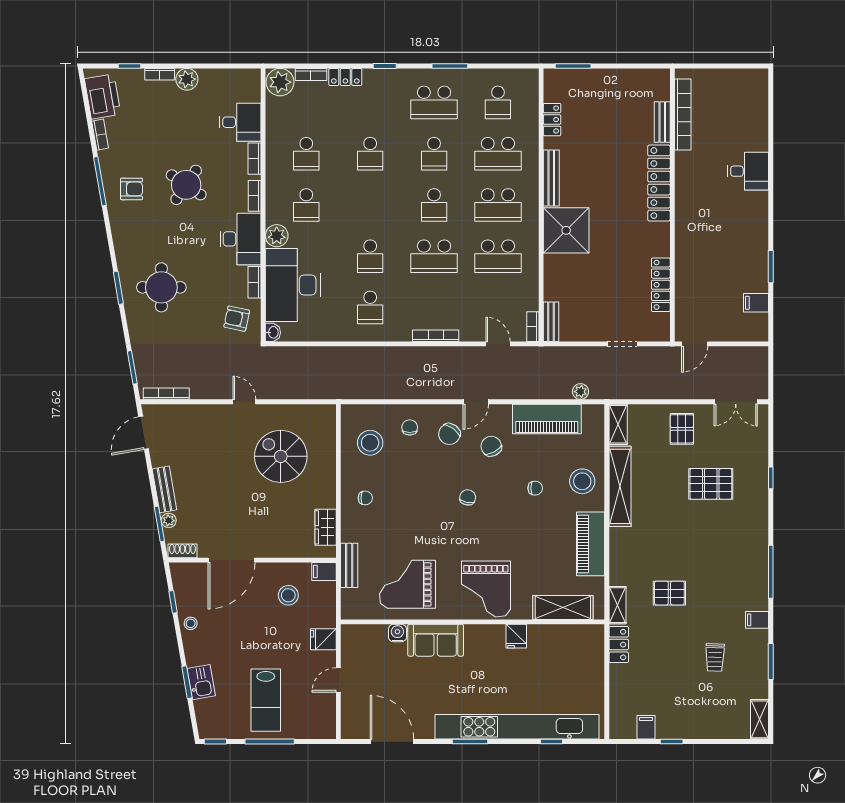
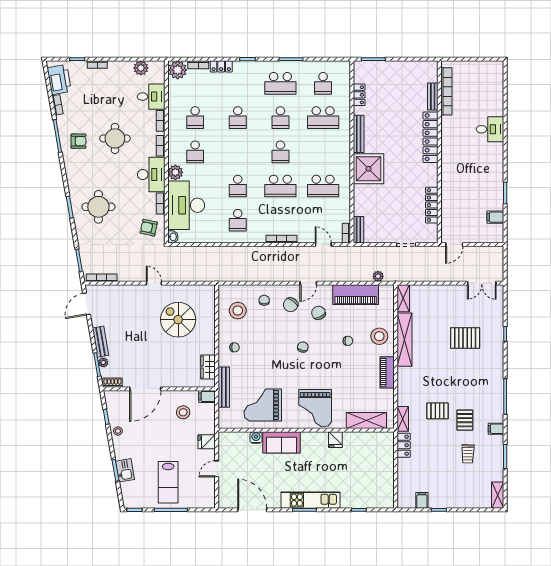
plant: (187, 79) -> (141, 68), moved
round table: (186, 185) -> (115, 138), turned -34
school desk: (498, 205) -> (323, 152), removed
pallet: (682, 429) -> (465, 420), moved
piano: (590, 544) -> (387, 372), width x0.73, depth x0.75
bench: (349, 565) -> (224, 387), width x1.36
kitchen unit: (517, 727) -> (310, 500), width x0.54

